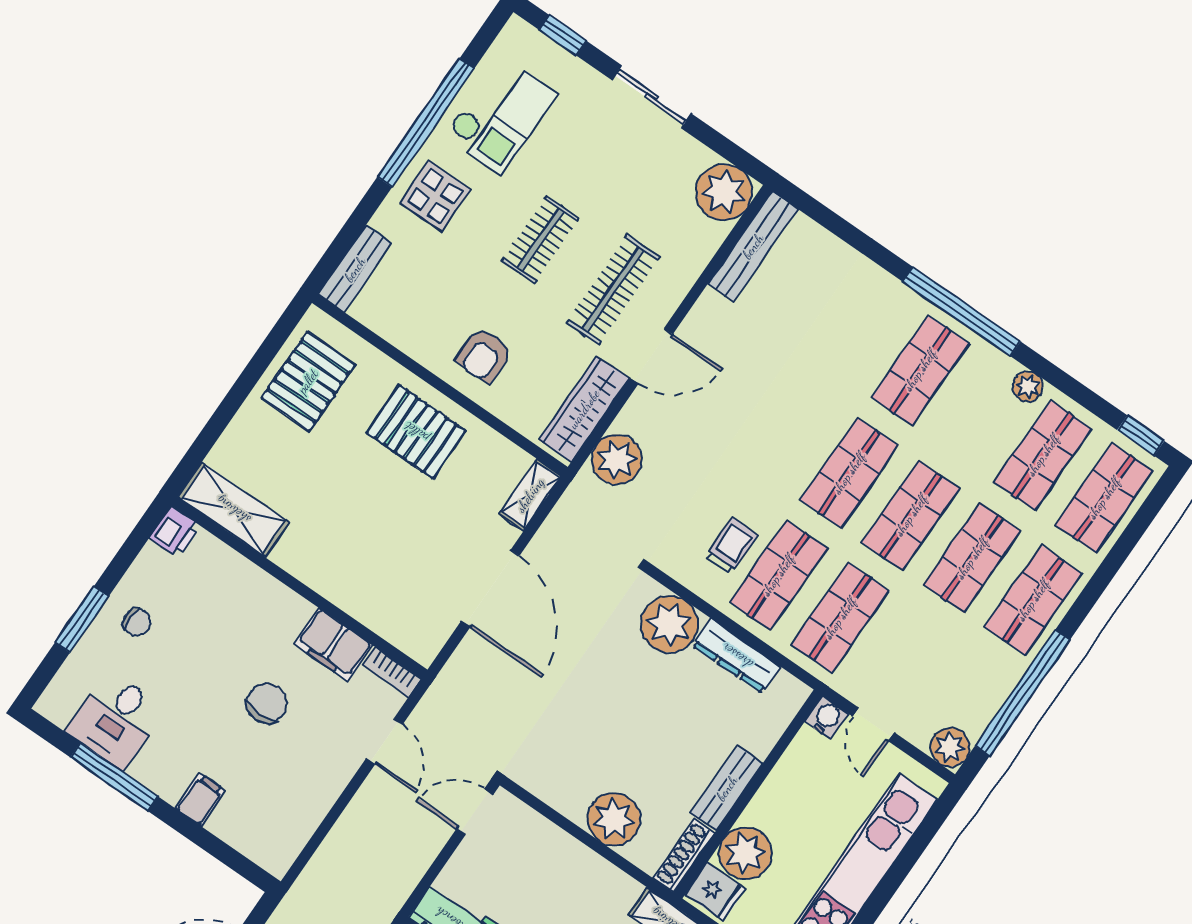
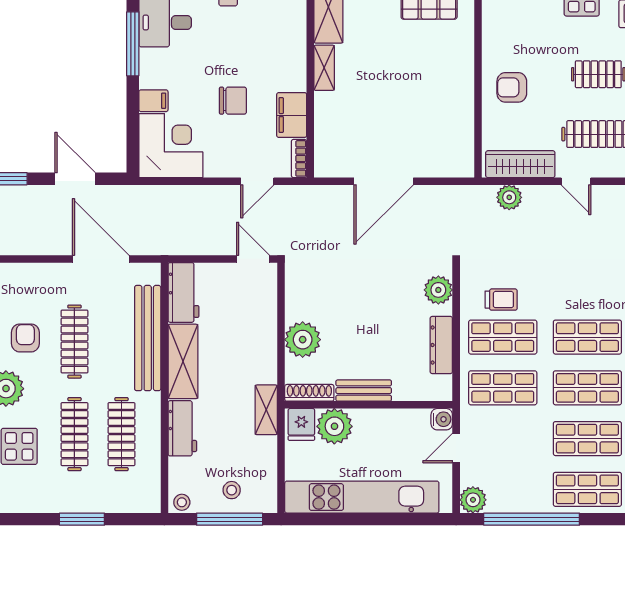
door: (651, 356) -> (576, 181), width x0.73
pallet: (416, 432) -> (443, 79), removed
plant: (617, 460) -> (509, 197), width x0.73, depth x0.73
shelving: (530, 495) -> (324, 68), moved, turned 90
plant: (669, 624) -> (438, 290), width x0.73, depth x0.73
corner desk: (269, 816) -> (171, 146), added

